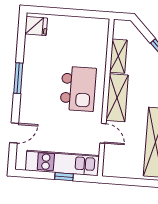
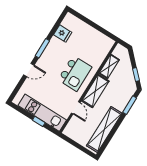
fridge: (36, 26) -> (63, 34), moved
door: (14, 133) -> (29, 70), moved

